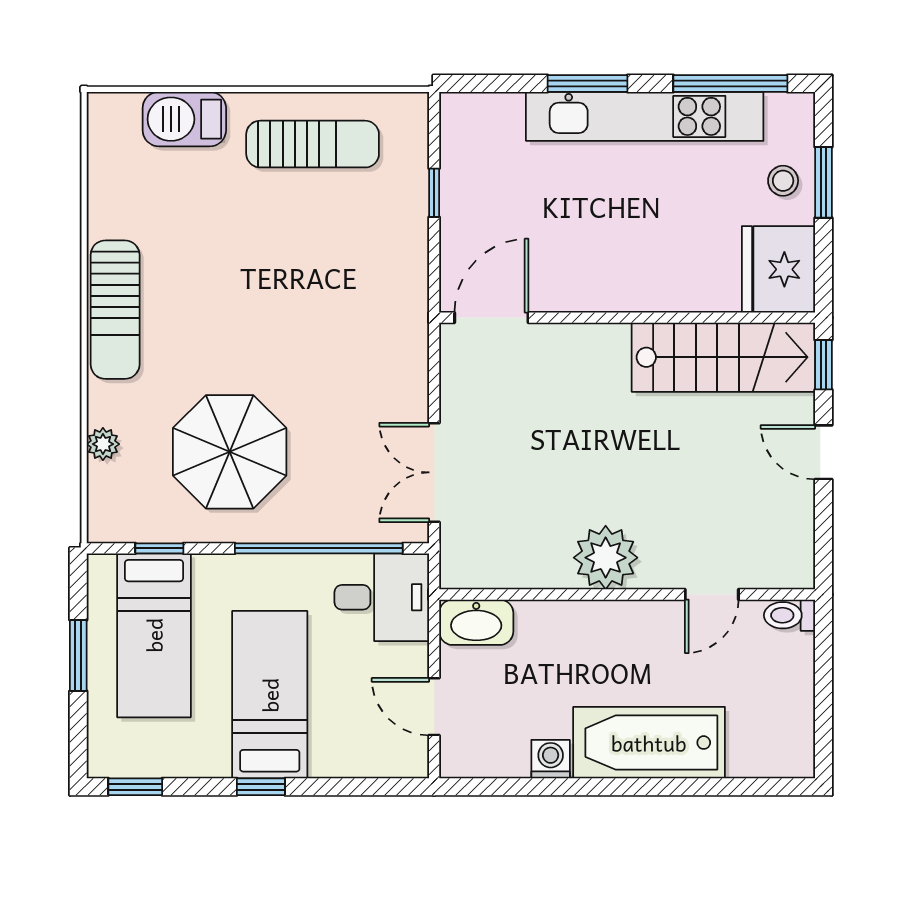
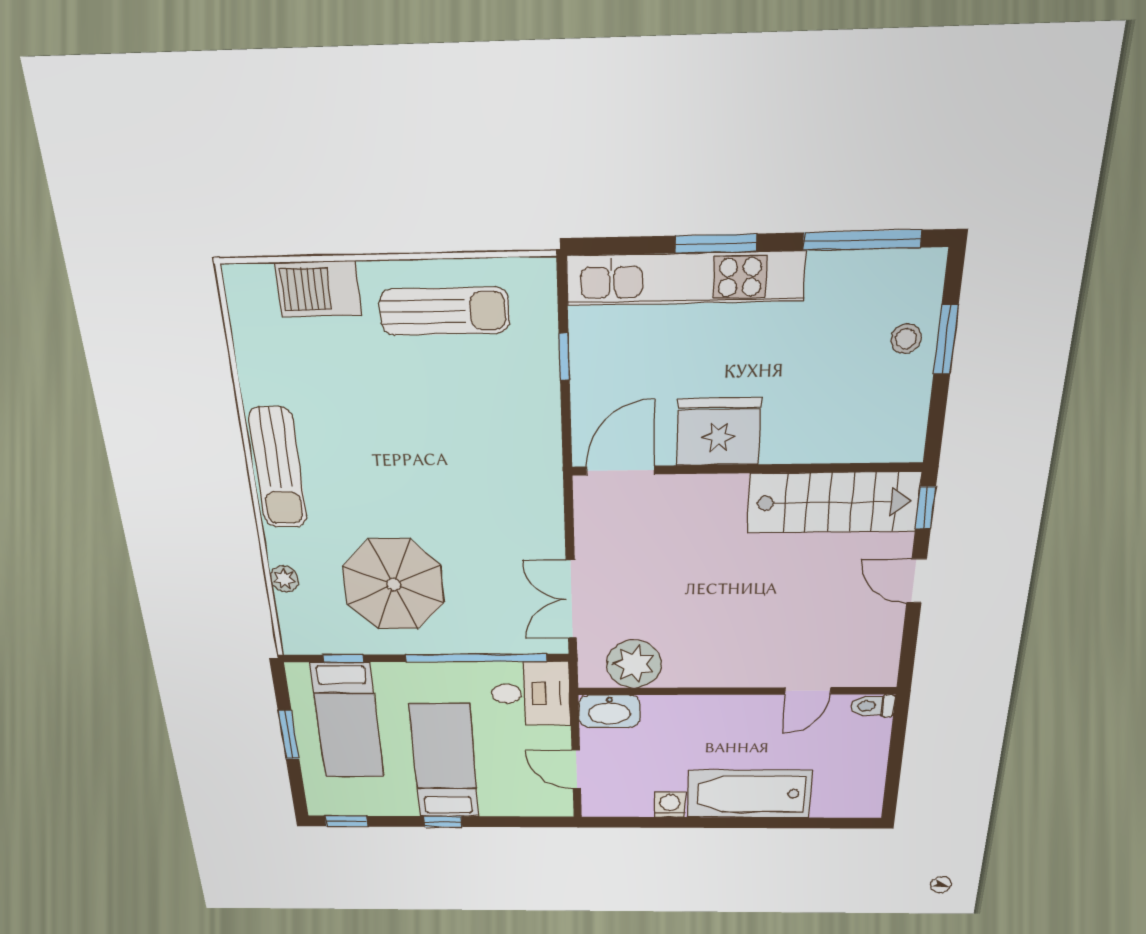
kitchen unit: (645, 116) -> (685, 278), moved
fridge: (778, 269) -> (719, 432), moved, turned 90
plant: (606, 558) -> (634, 664), moved

